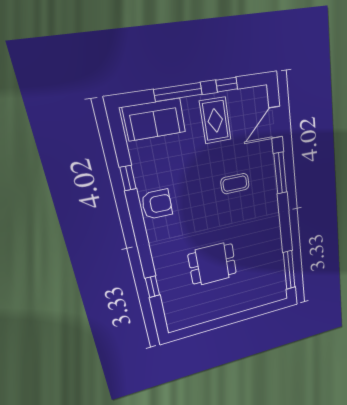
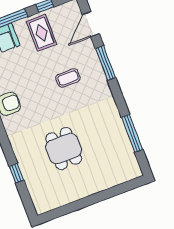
dining table: (212, 264) -> (64, 149), turned 90
window: (289, 270) -> (132, 133), moved

